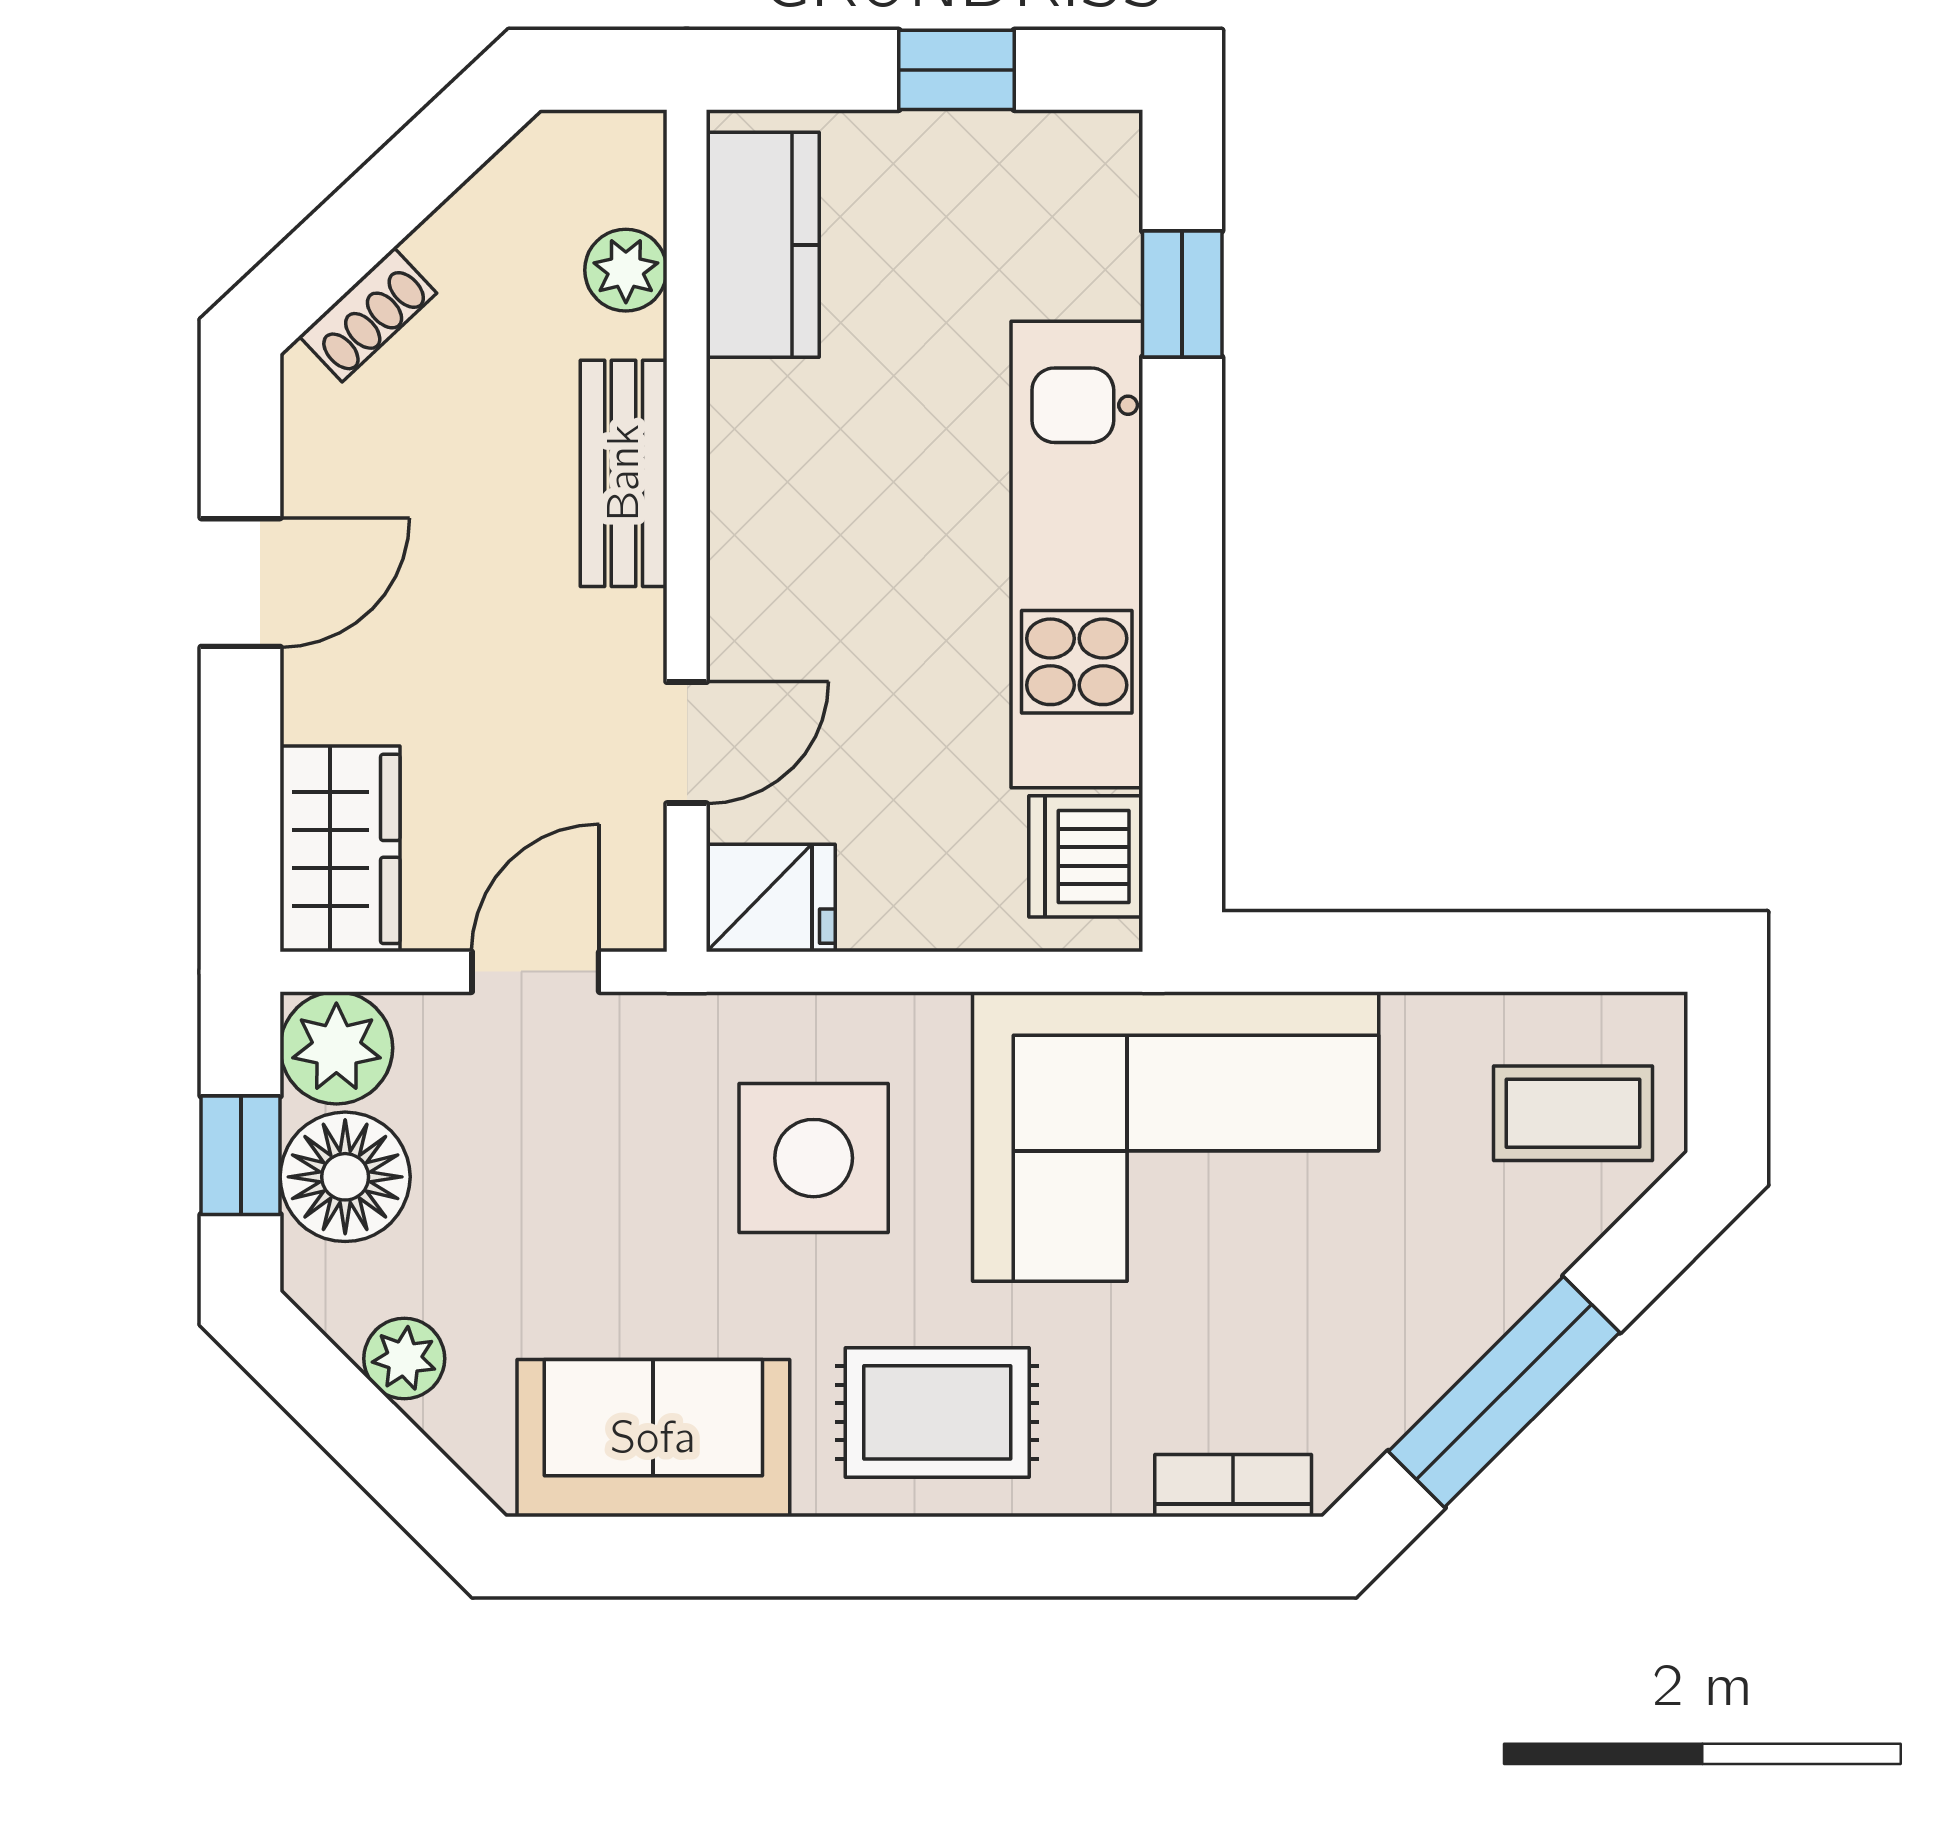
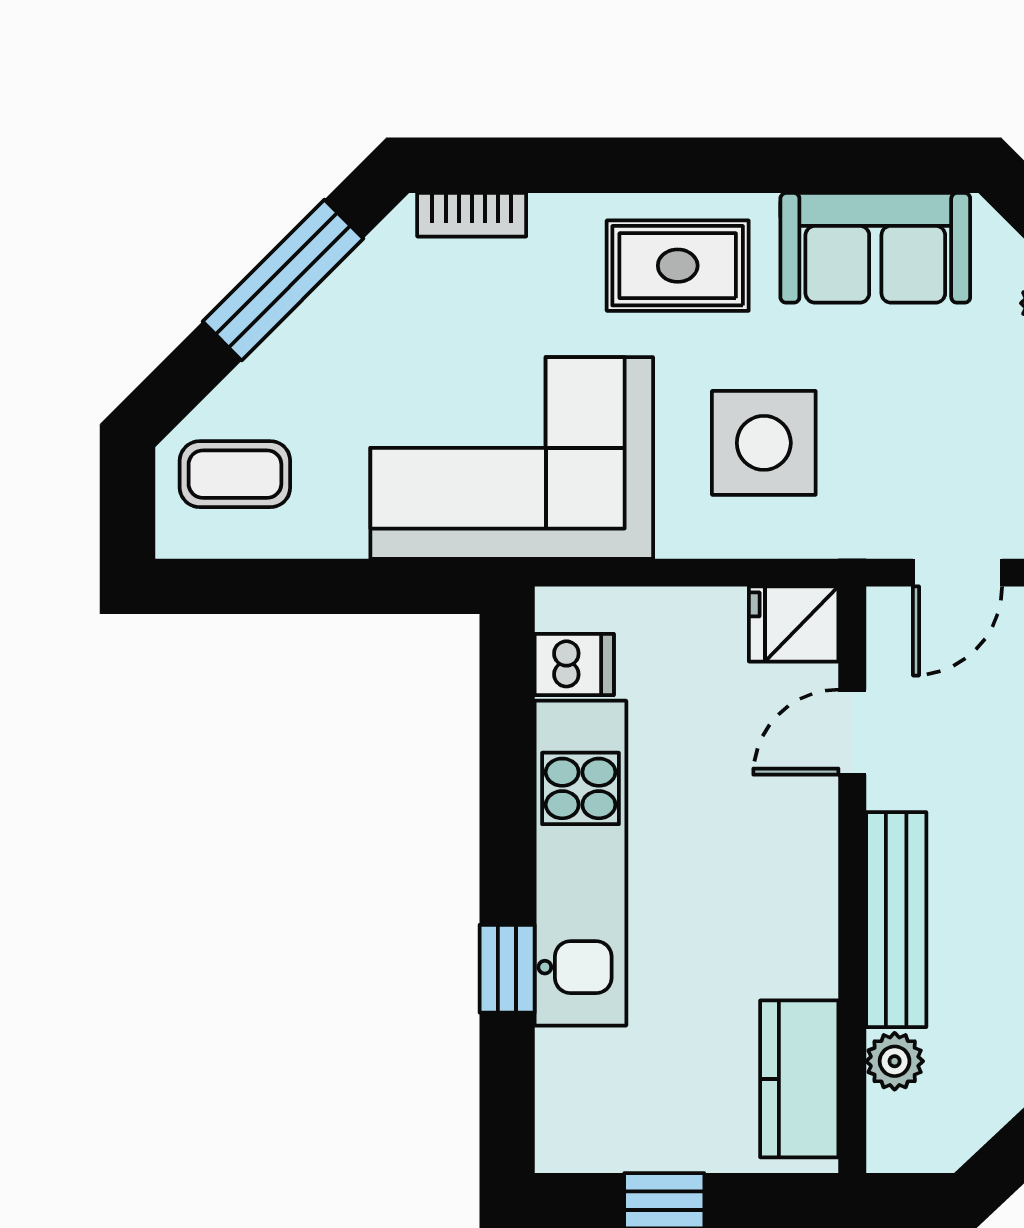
window: (1182, 294) -> (507, 969), moved
bench: (624, 473) -> (896, 920), width x1.36
dishwasher: (1086, 856) -> (574, 665), width x0.73

